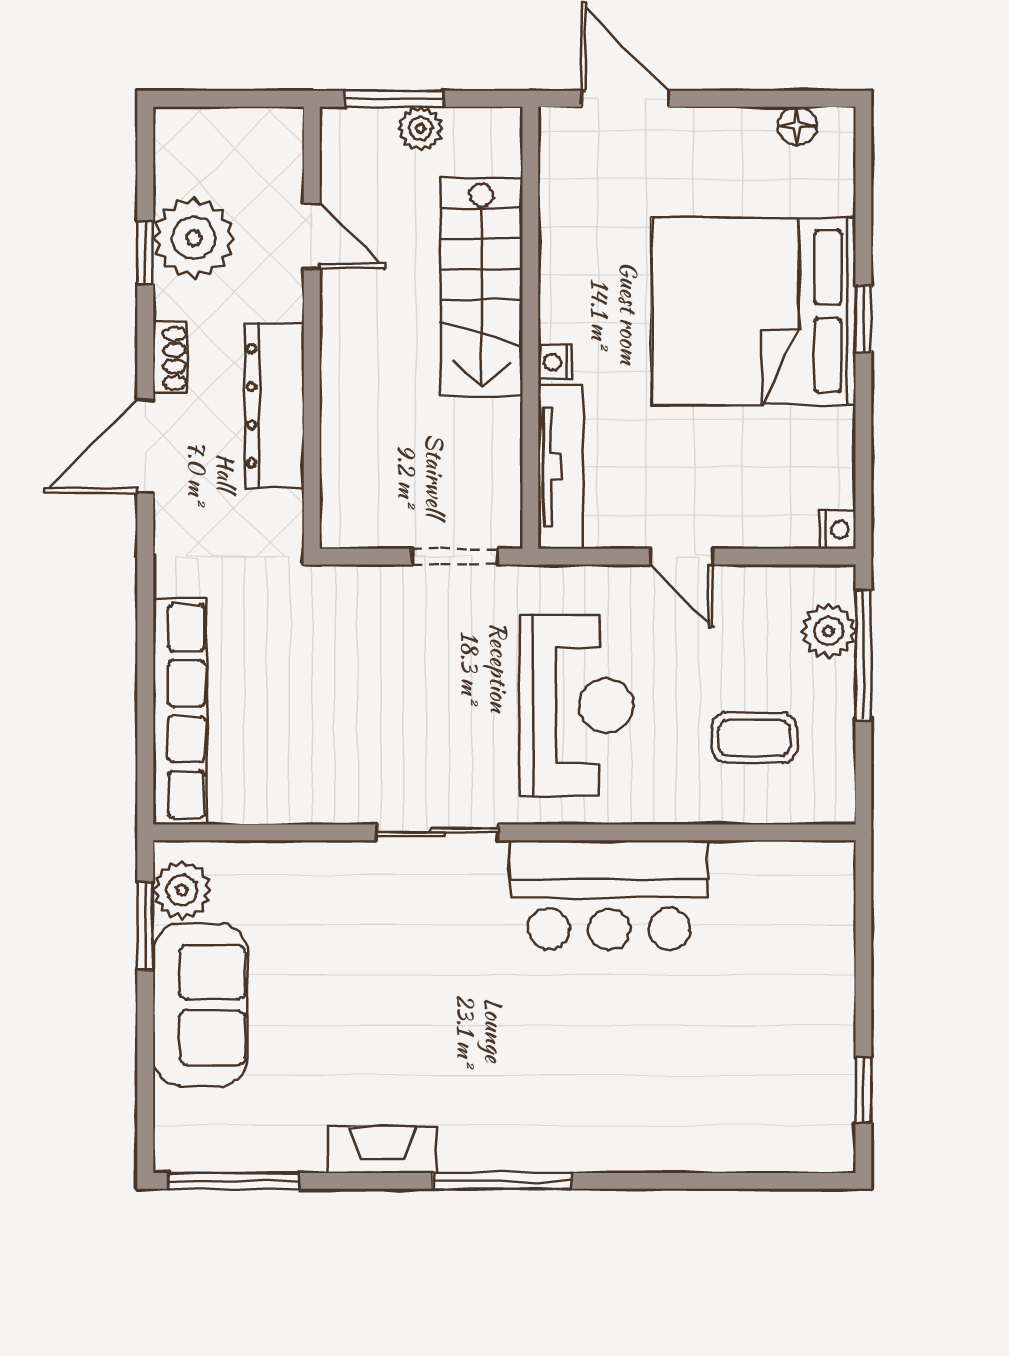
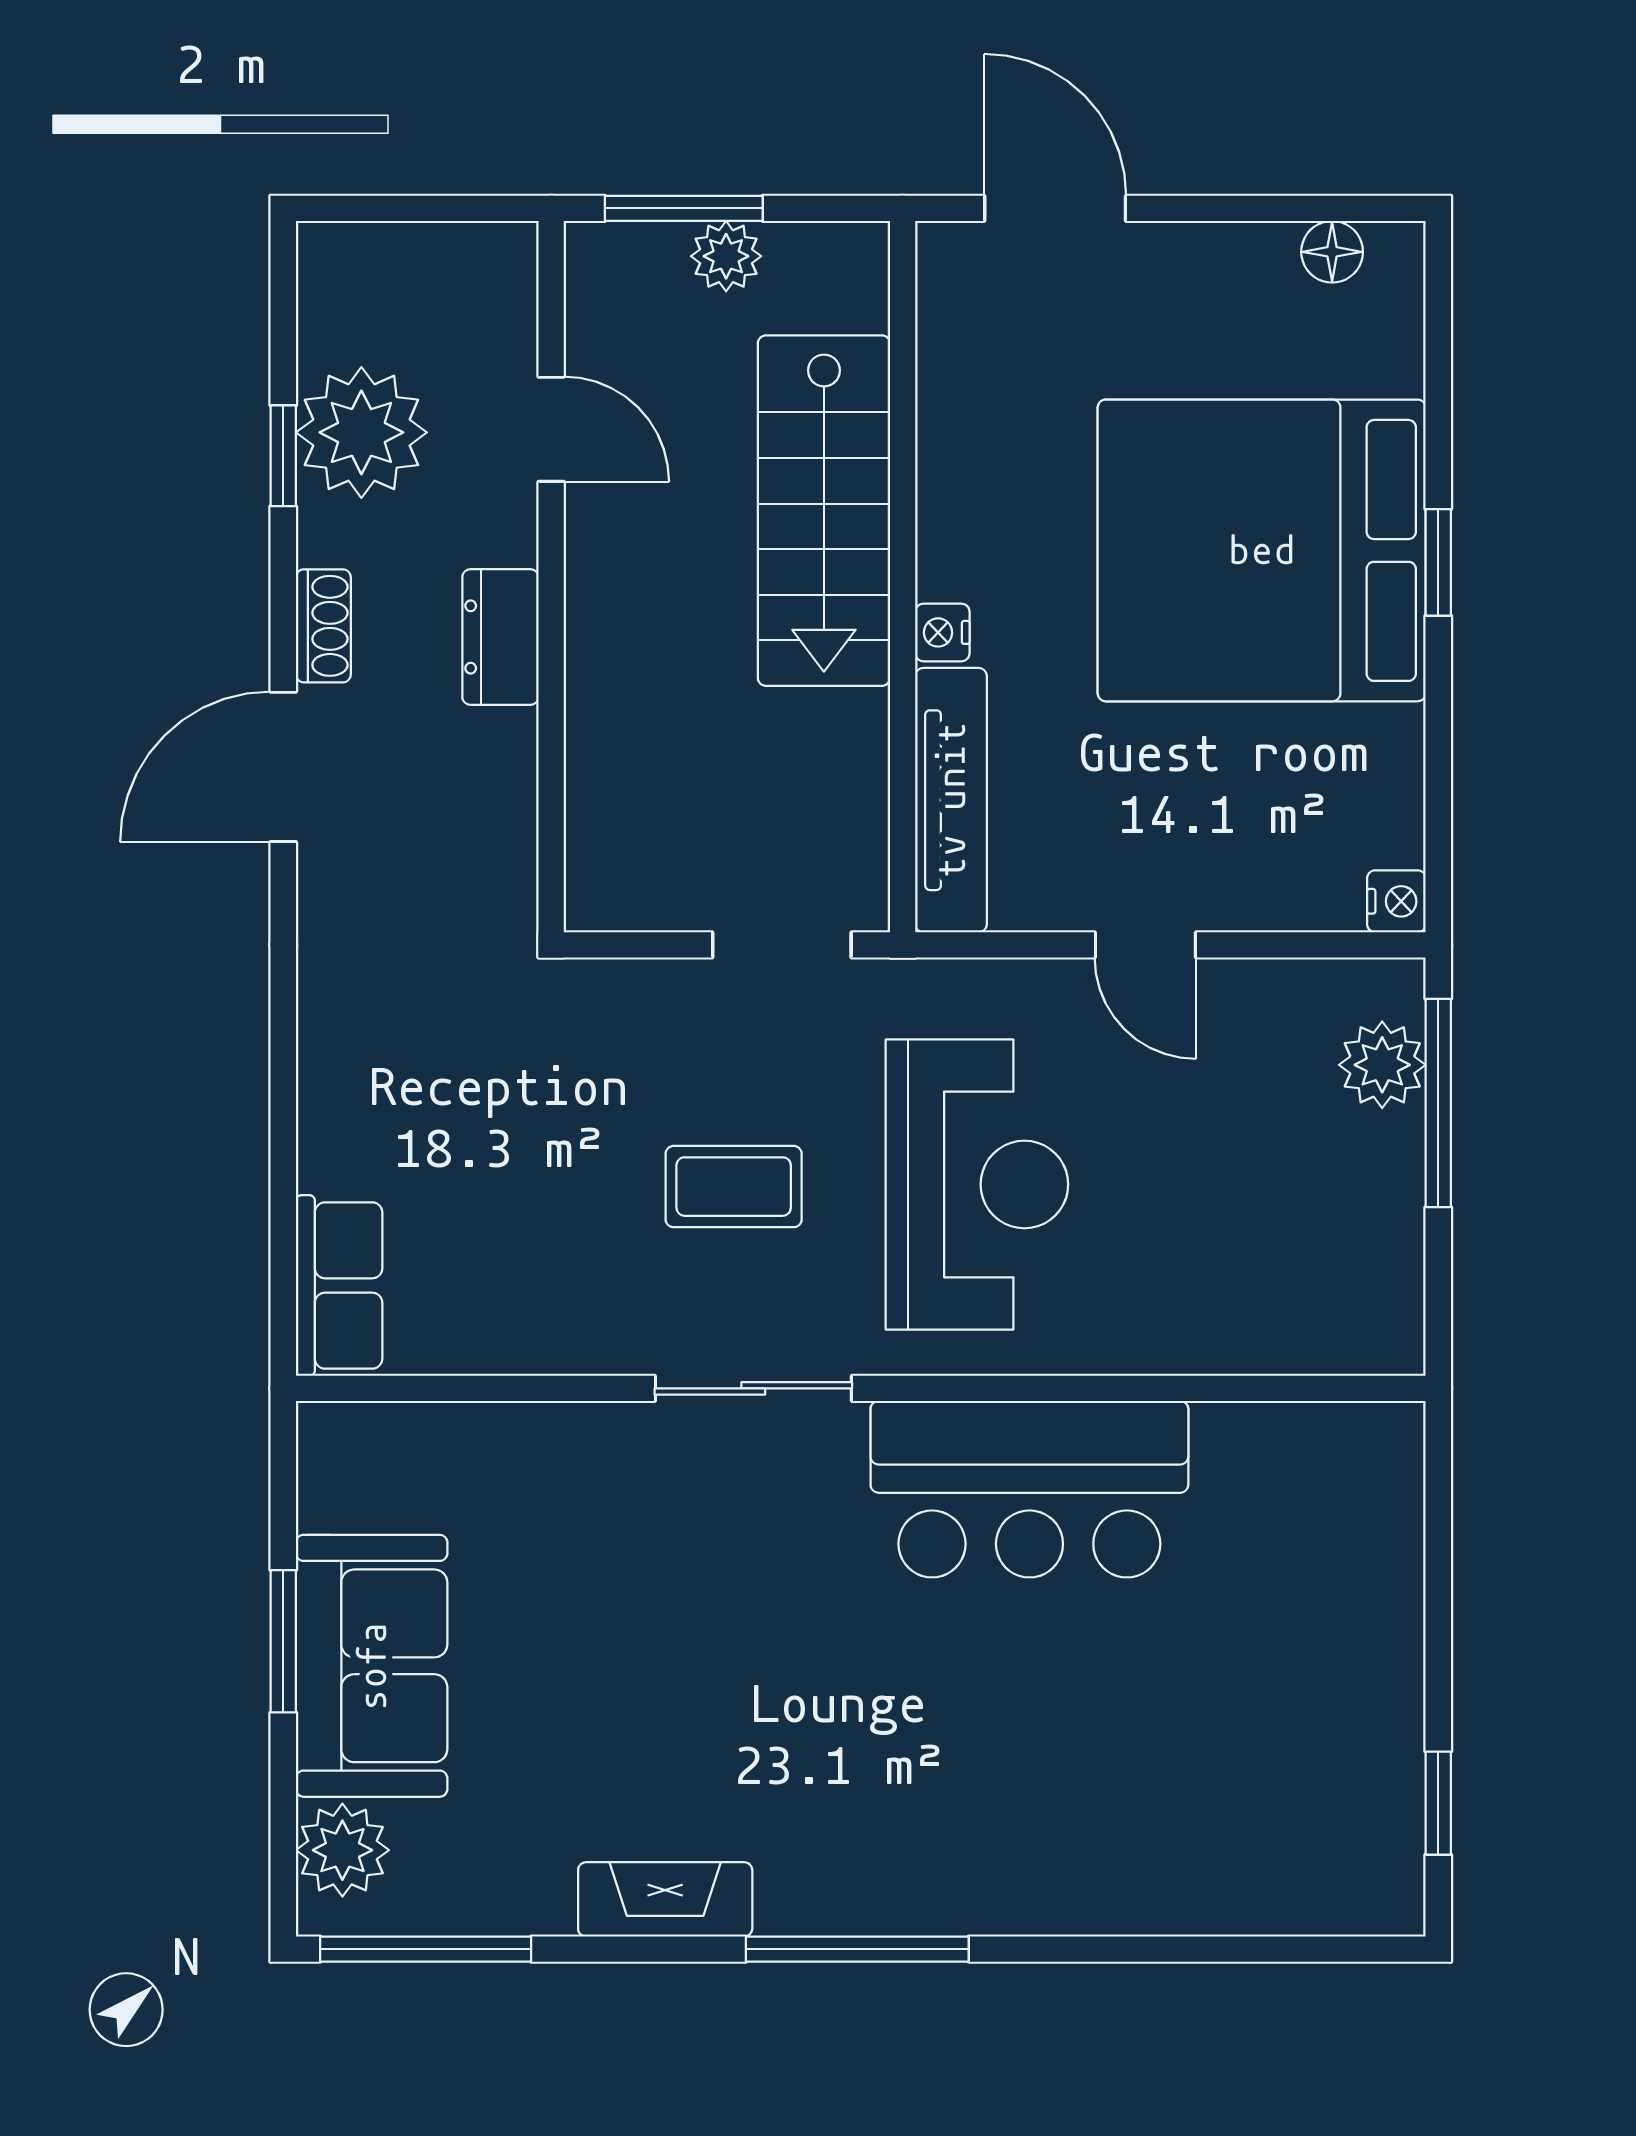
dresser: (274, 406) -> (500, 637), width x0.51, depth x0.80
row of seats: (180, 711) -> (339, 1286), width x0.50
coffee table: (754, 738) -> (734, 1187), moved
plant: (182, 890) -> (342, 1850), moved
window: (145, 926) -> (283, 1641), moved

